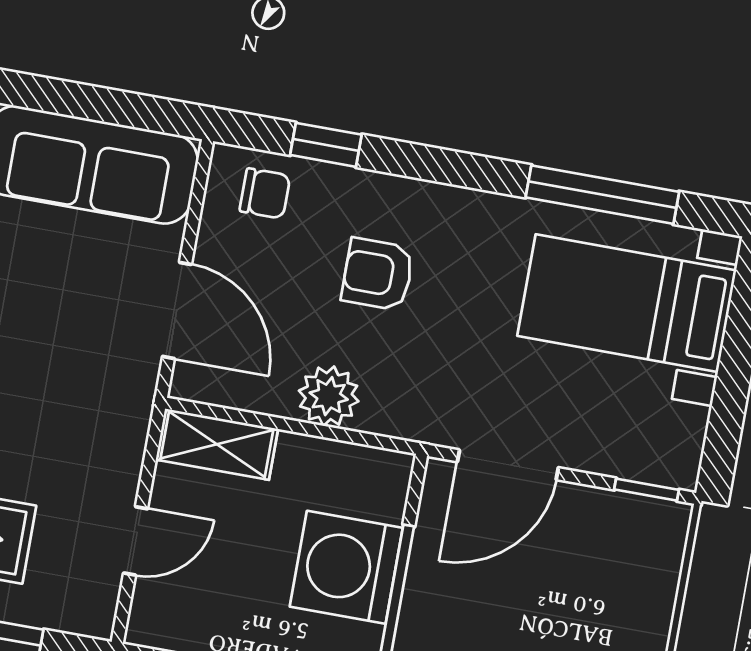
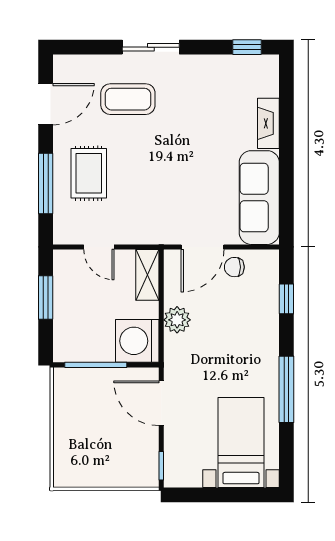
chair: (265, 193) -> (234, 267), moved, turned 90
window: (602, 195) -> (286, 389), moved
armchair: (378, 274) -> (234, 332), removed
washing machine: (346, 567) -> (137, 341), moved, turned -90

